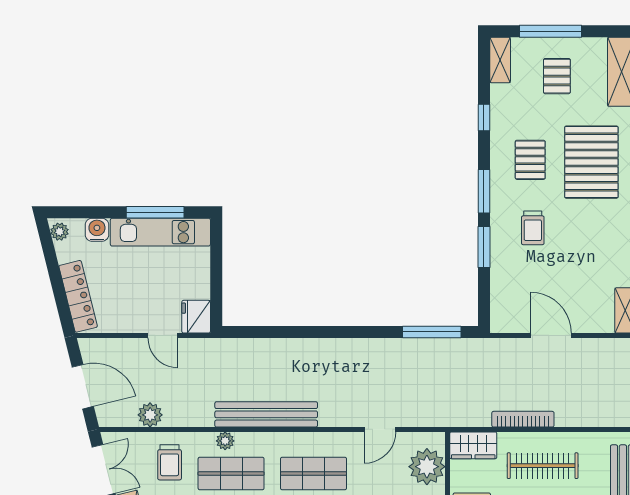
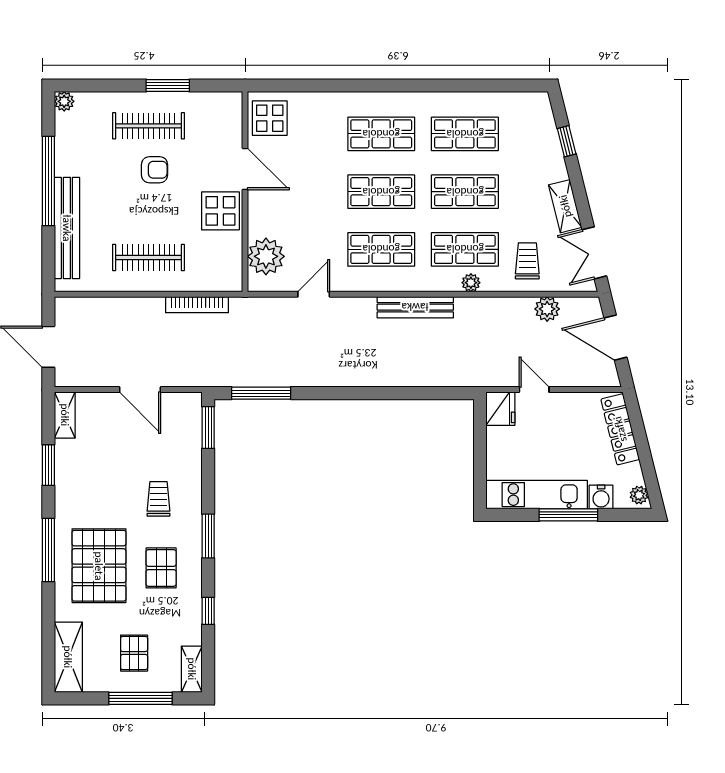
window: (155, 212) -> (568, 515), moved
window: (484, 247) -> (208, 428), moved
bench: (266, 414) -> (415, 307), width x0.73, depth x0.82
bookcase: (523, 419) -> (197, 305), moved
wardrobe: (473, 445) -> (219, 278), removed

